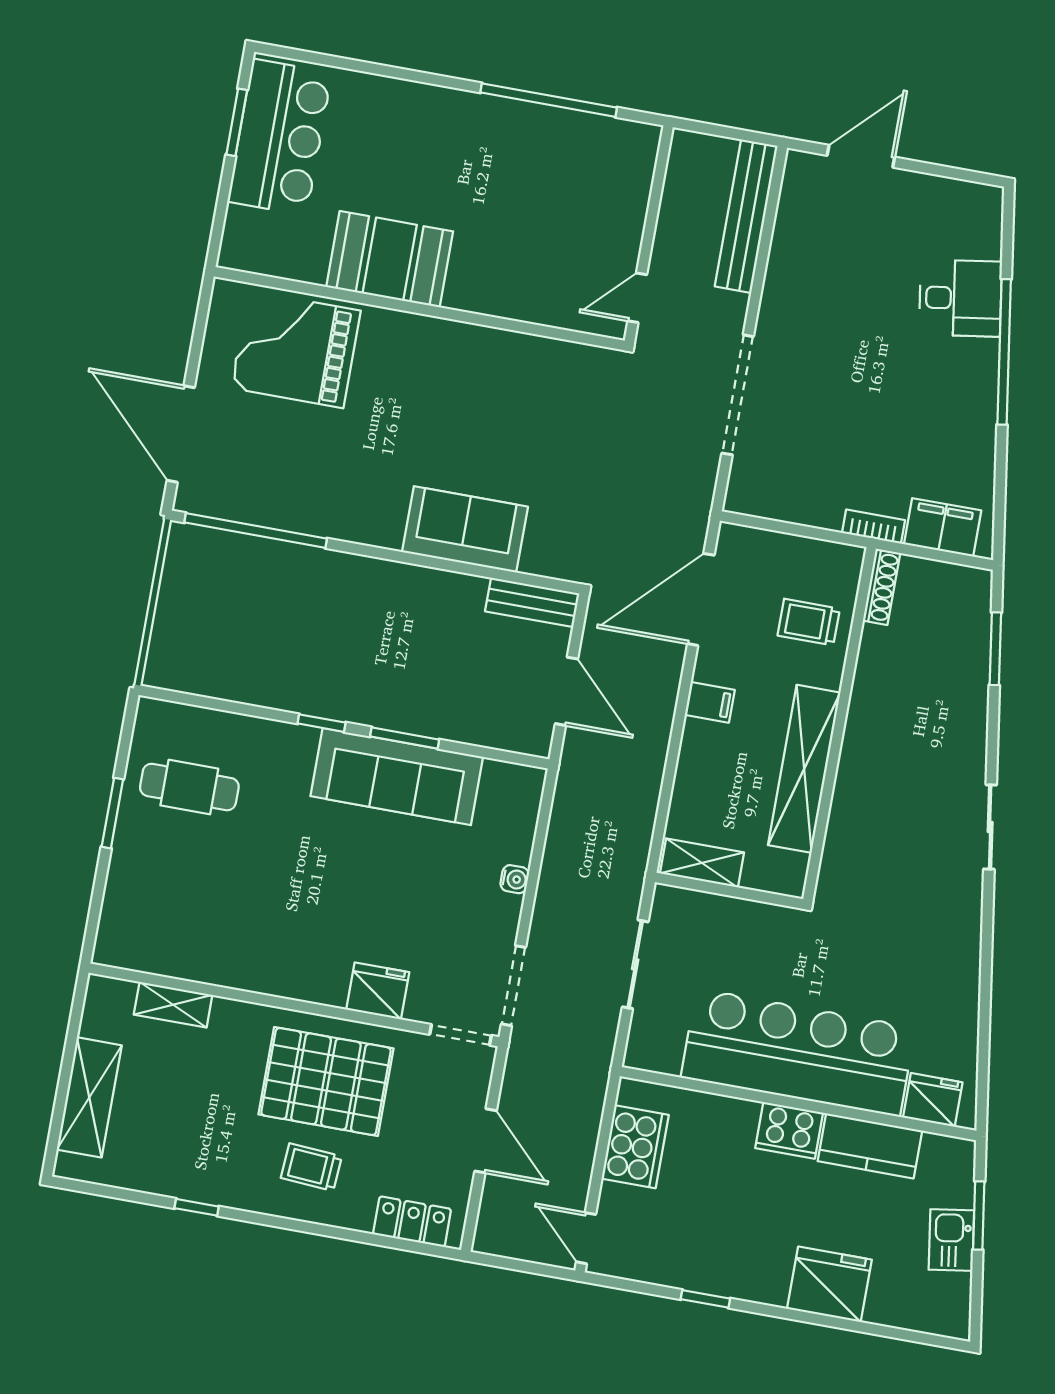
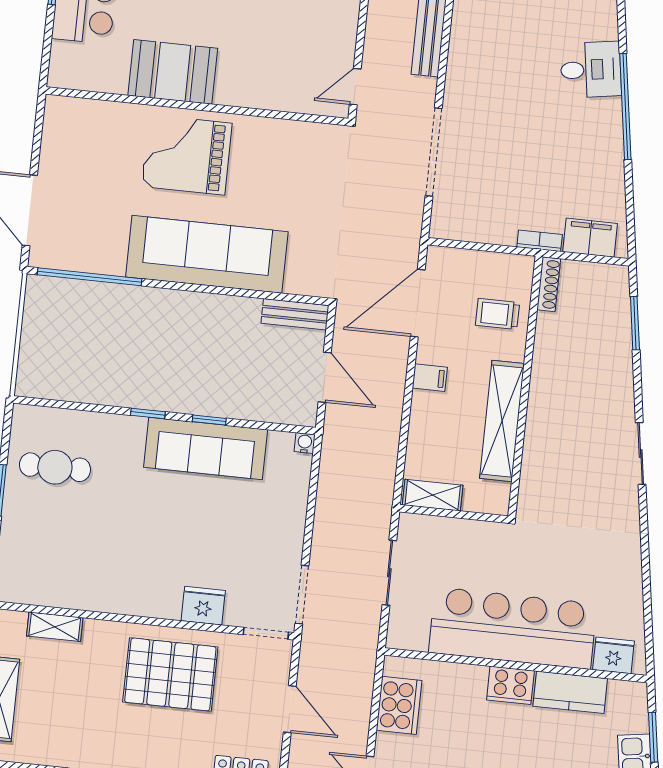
grand piano: (296, 349) -> (187, 155), moved
sofa: (465, 529) -> (207, 254), width x1.85, depth x1.27
window: (405, 738) -> (209, 420), width x0.67
water cooler: (515, 879) -> (305, 443), moved, turned -90
trolley: (311, 1167) -> (164, 738), removed

